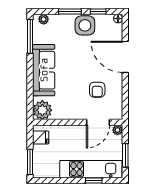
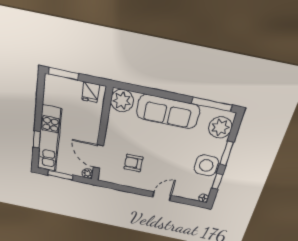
plant: (44, 19) -> (220, 127), width x1.88, depth x1.88
door: (125, 57) -> (162, 196), width x0.53

